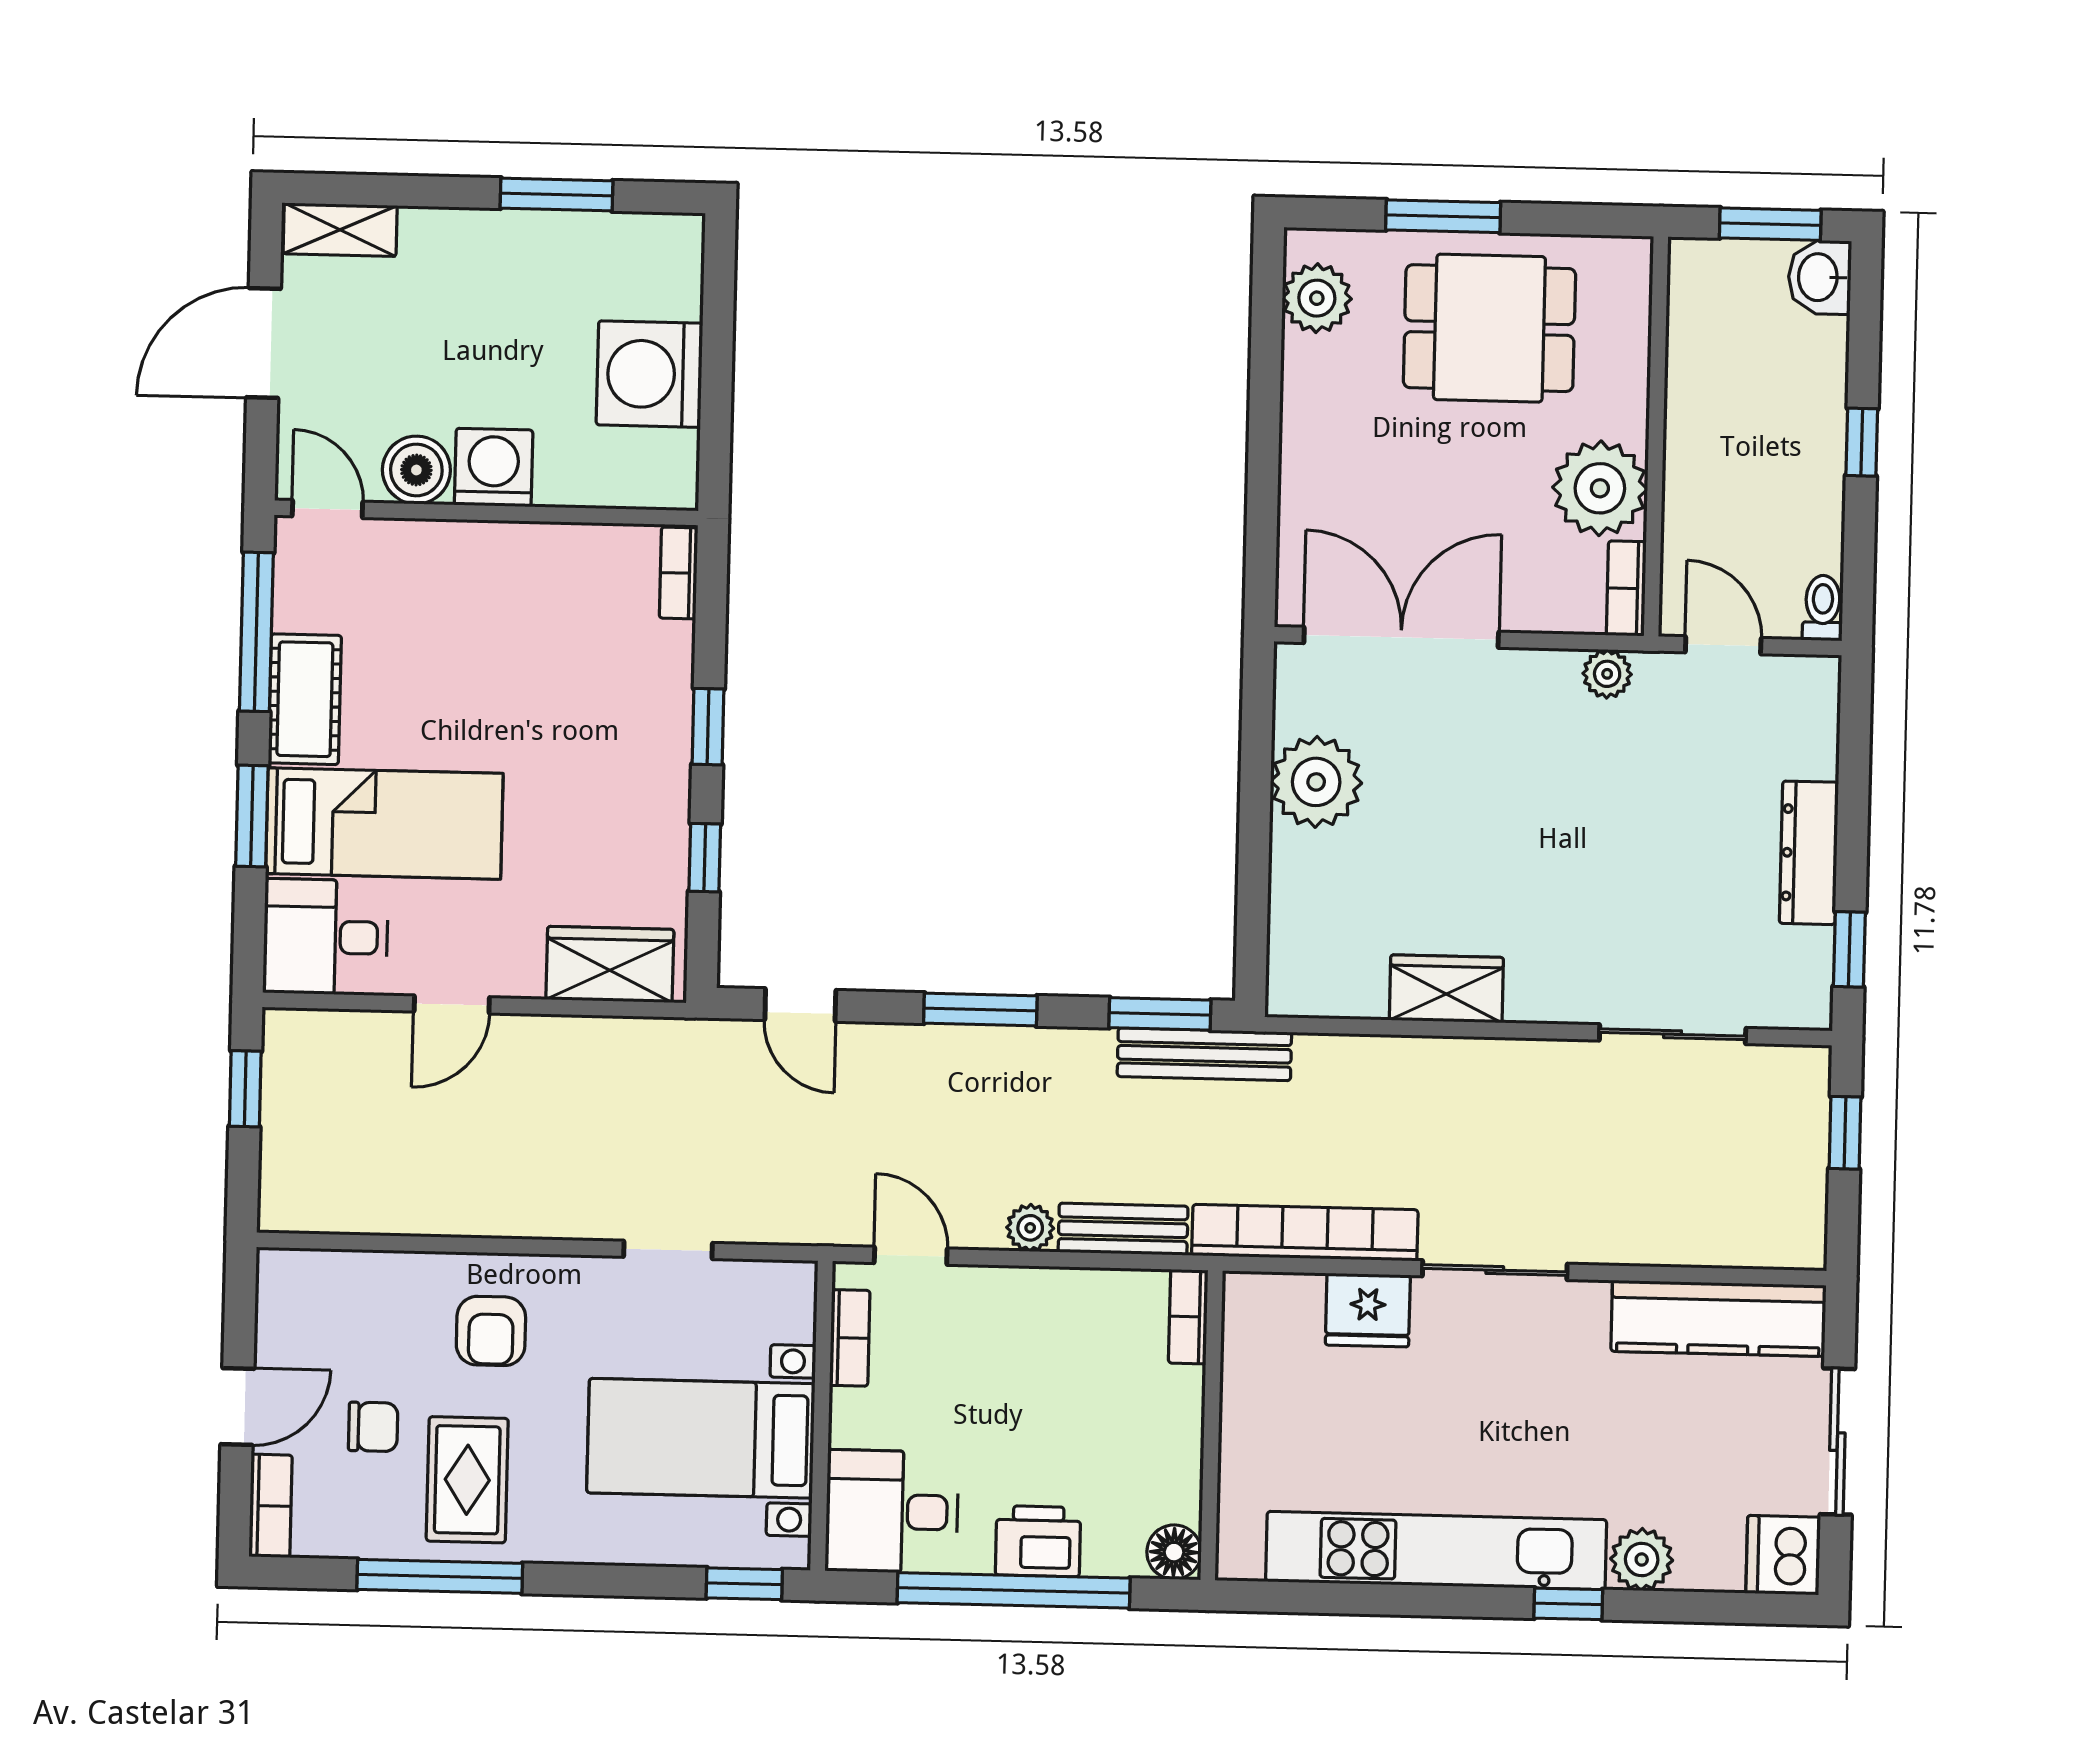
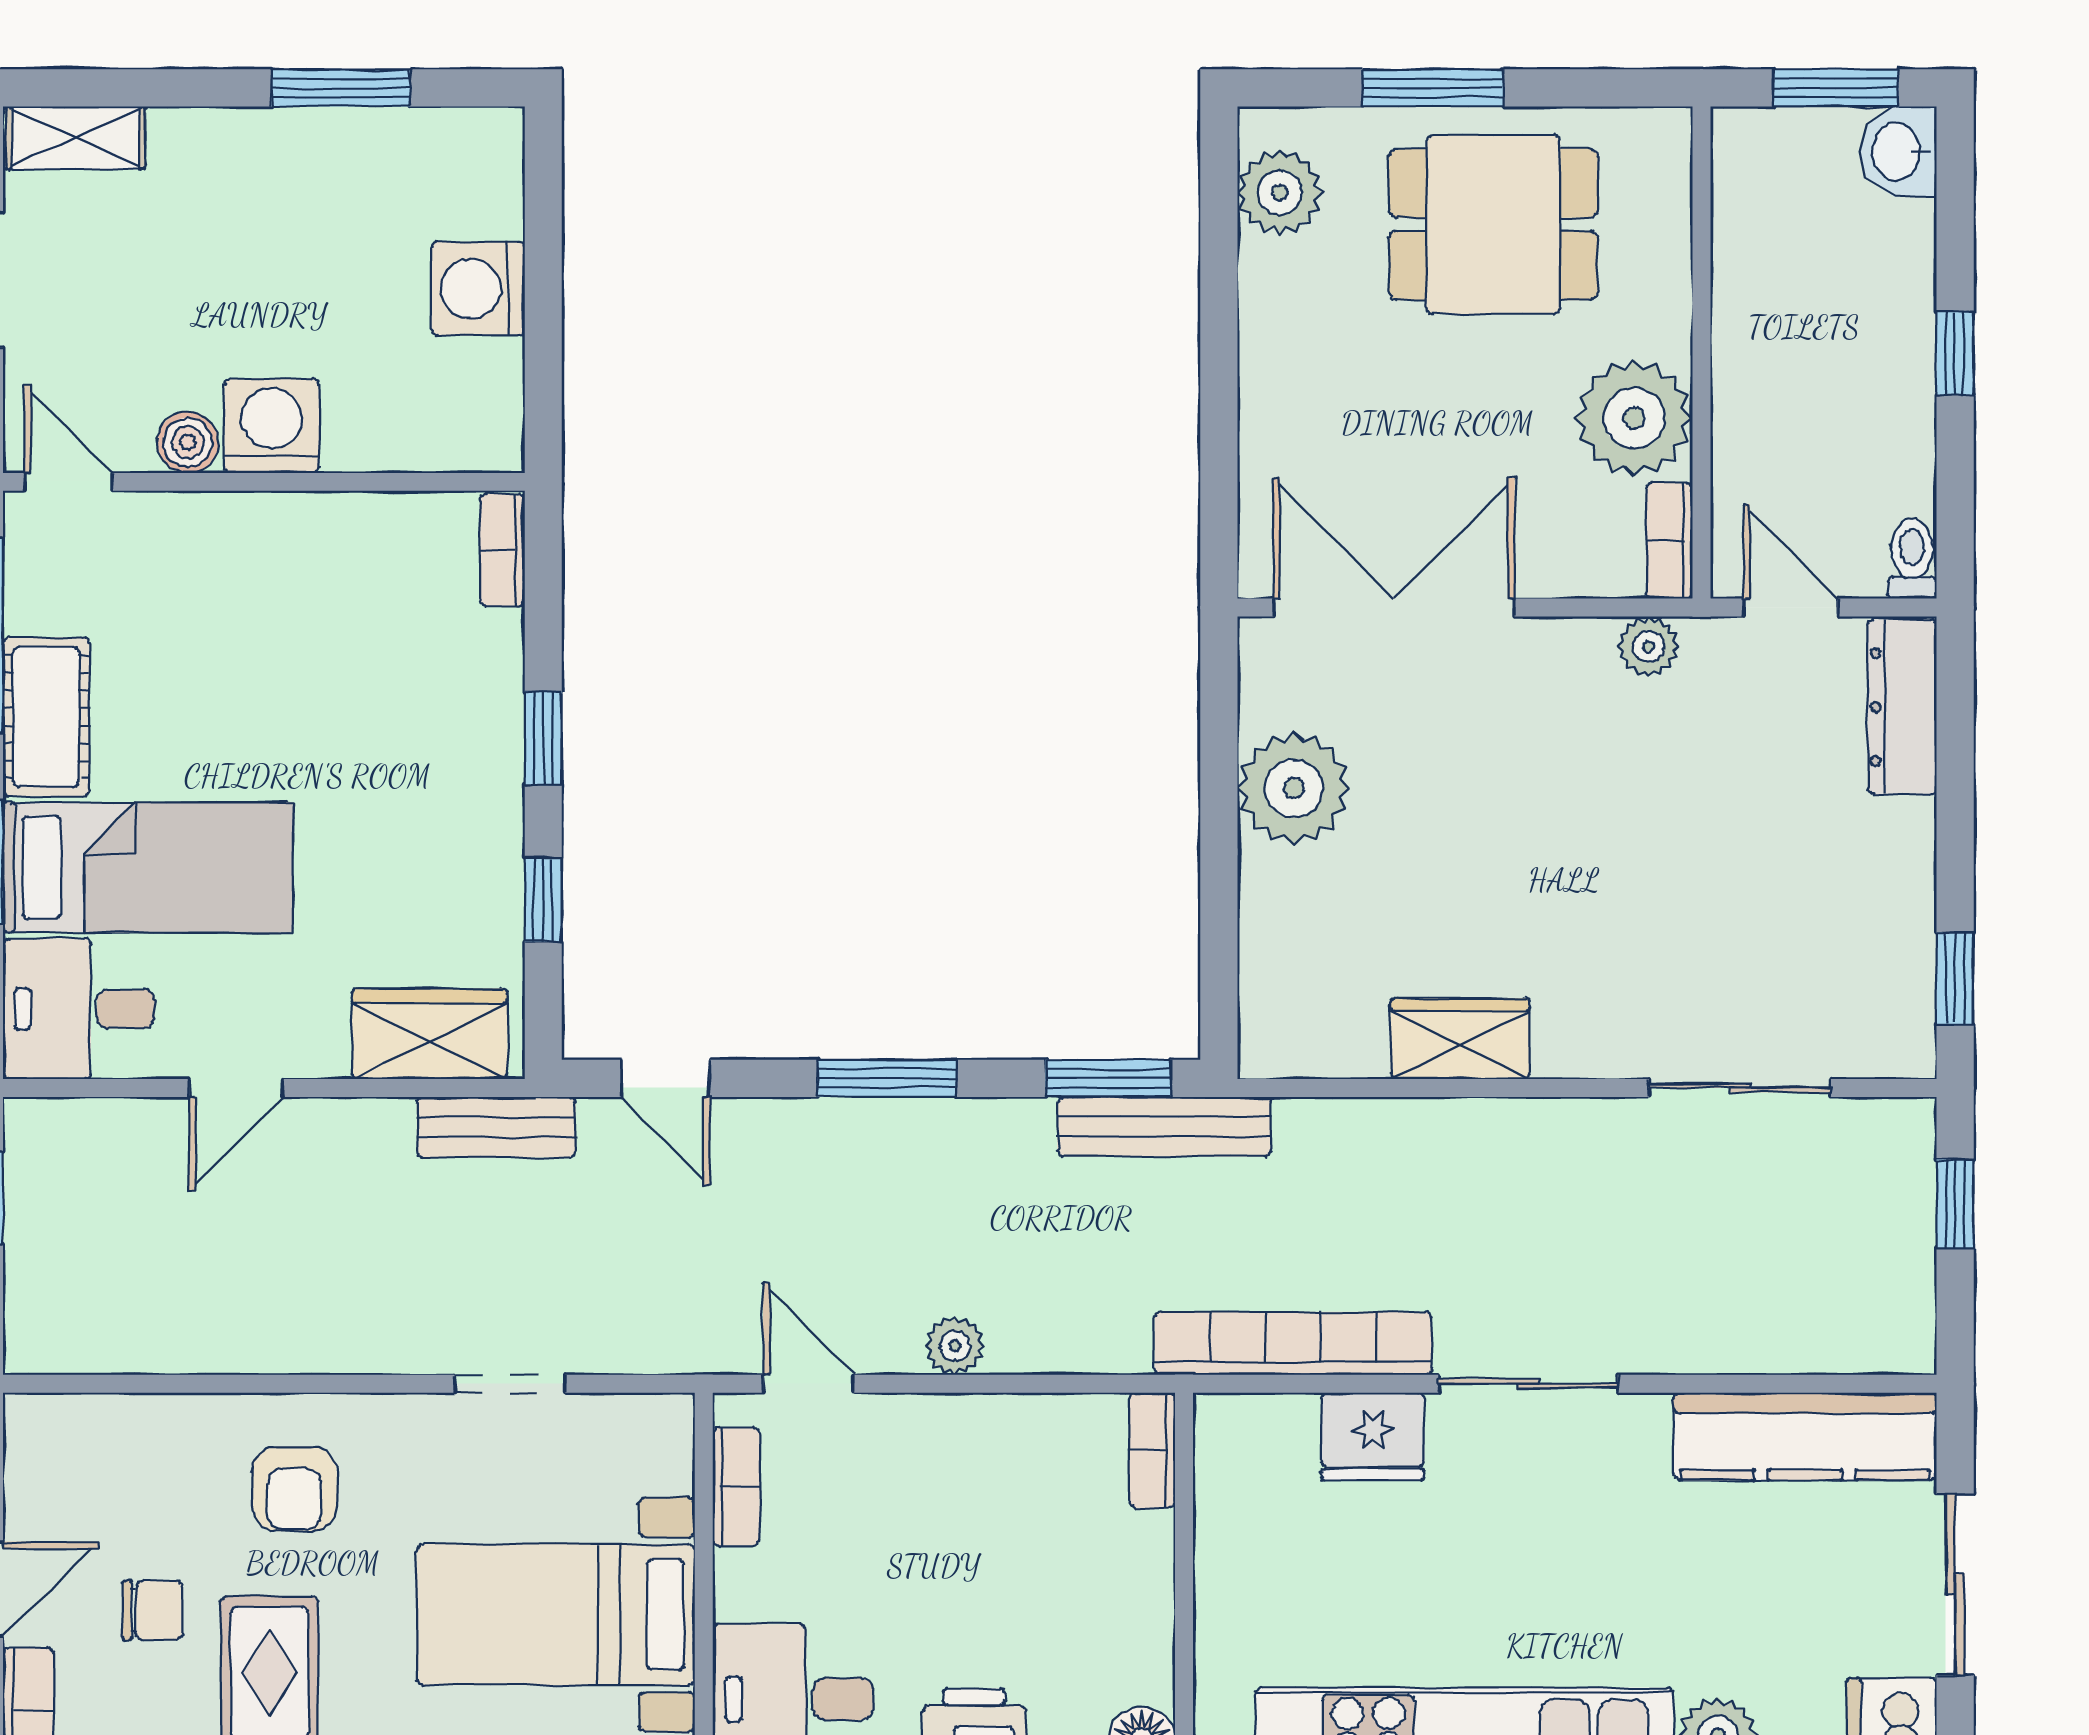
washing machine: (649, 374) -> (478, 289), width x0.73, depth x0.73
boiler: (416, 470) -> (188, 442), width x0.73, depth x0.73
dresser: (1809, 853) -> (1902, 707), moved
bench: (1123, 1229) -> (496, 1127), moved

